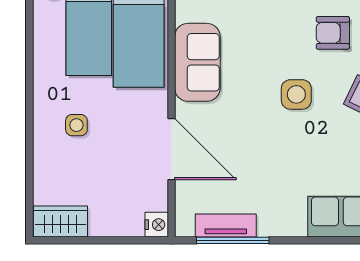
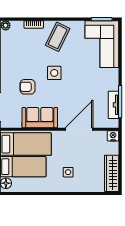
armchair: (333, 33) -> (28, 87), moved, turned 90
wardrobe: (60, 222) -> (112, 173), width x1.50

